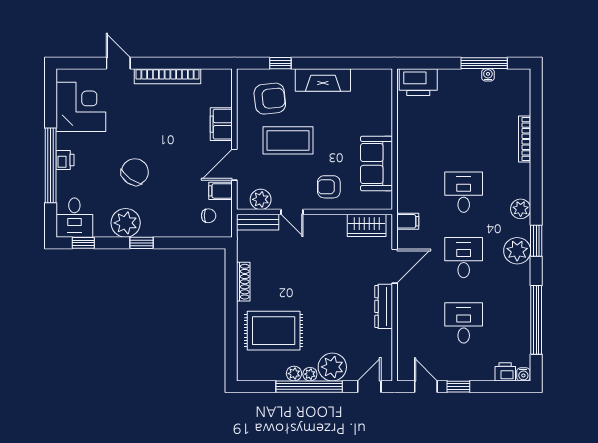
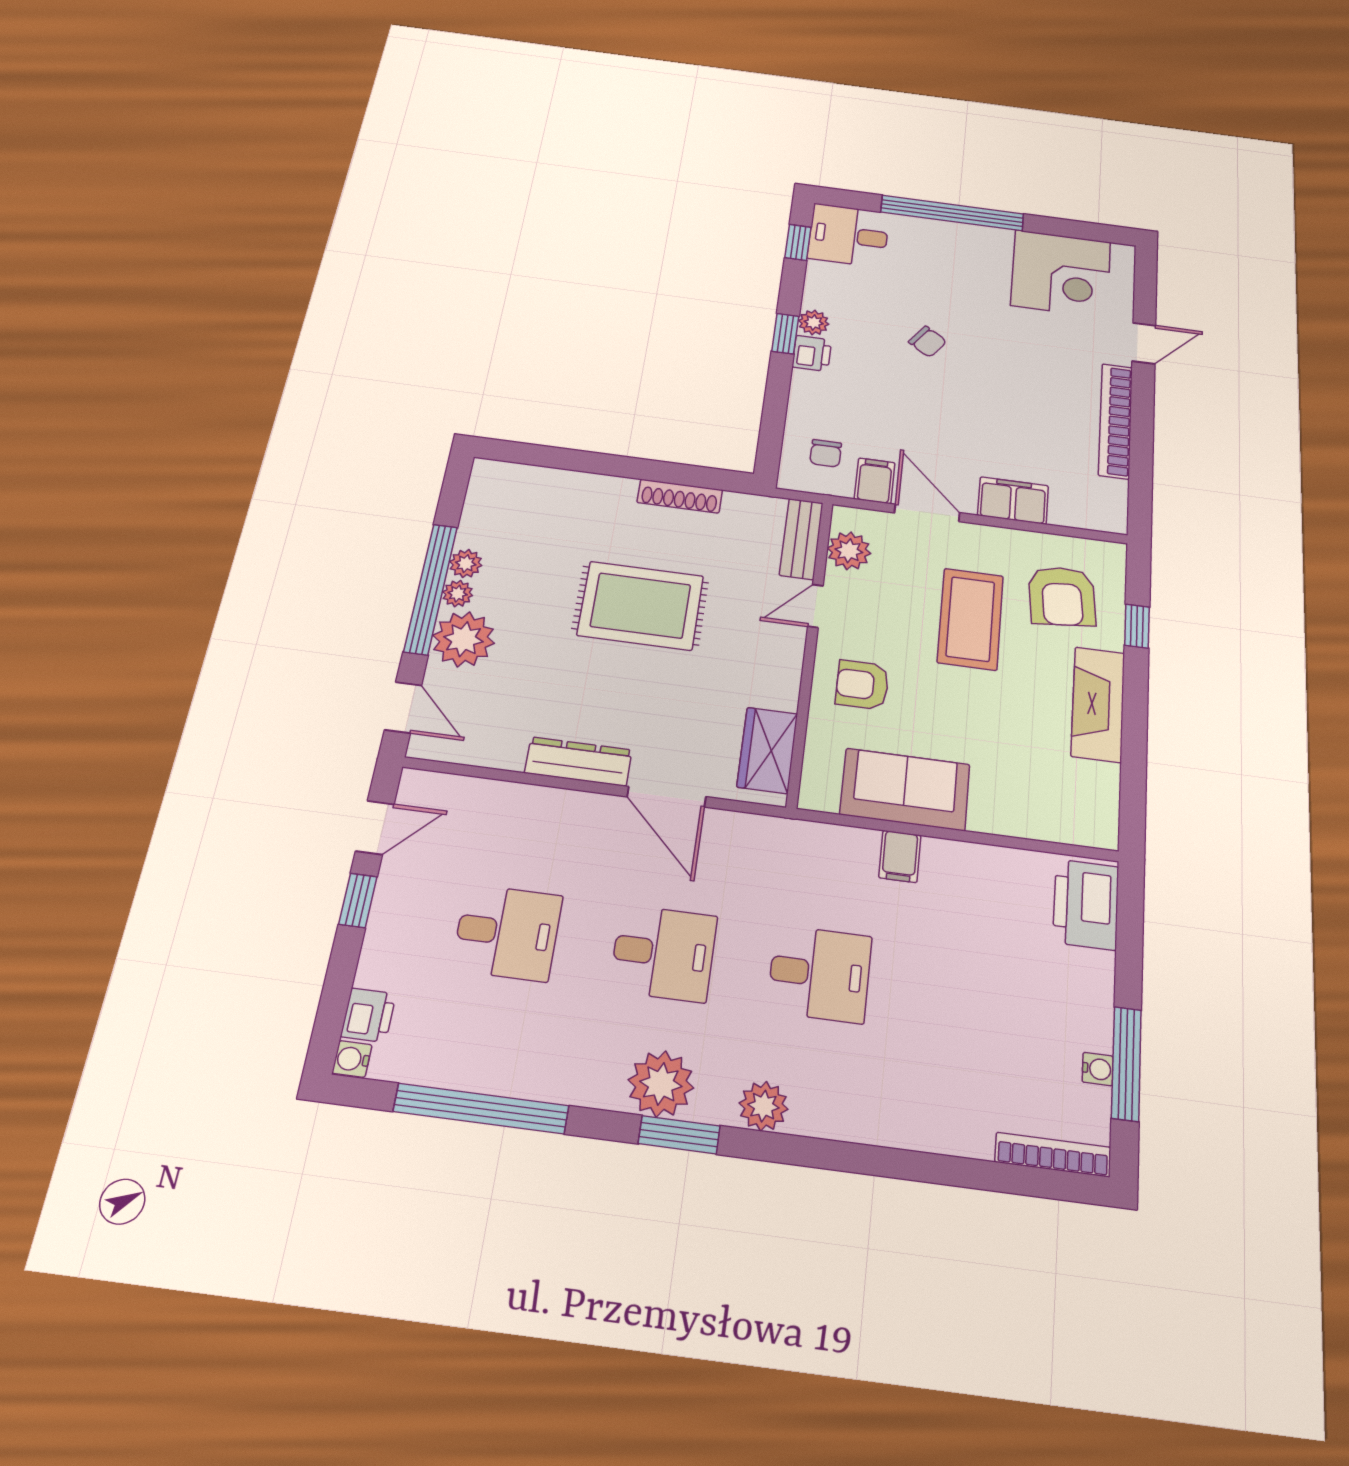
bookcase: (525, 139) -> (1053, 1155), moved
printer: (65, 160) -> (812, 353), moved, turned -90
chair: (135, 172) -> (928, 342), width x0.54, depth x0.54
armchair: (329, 187) -> (862, 685), turned -90
filing cabinet: (408, 221) -> (900, 856), moved
plant: (126, 223) -> (814, 322), width x0.53, depth x0.53
rug: (274, 331) -> (641, 606), moved, turned 90

